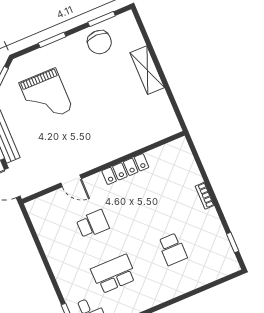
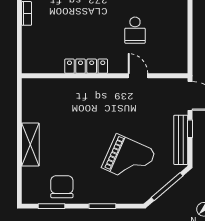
grand piano: (46, 96) -> (129, 159), turned 114
school desk: (93, 224) -> (135, 30), turned -90

